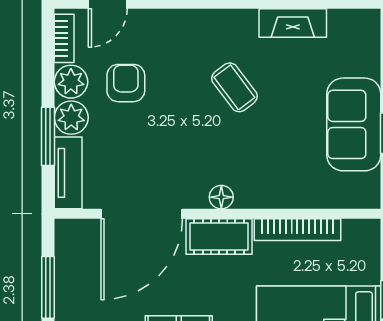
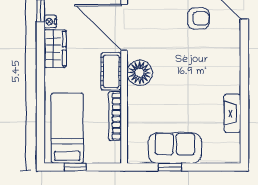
coffee table: (234, 87) -> (196, 80), removed
floor lamp: (221, 197) -> (140, 73), width x1.89, depth x1.89

